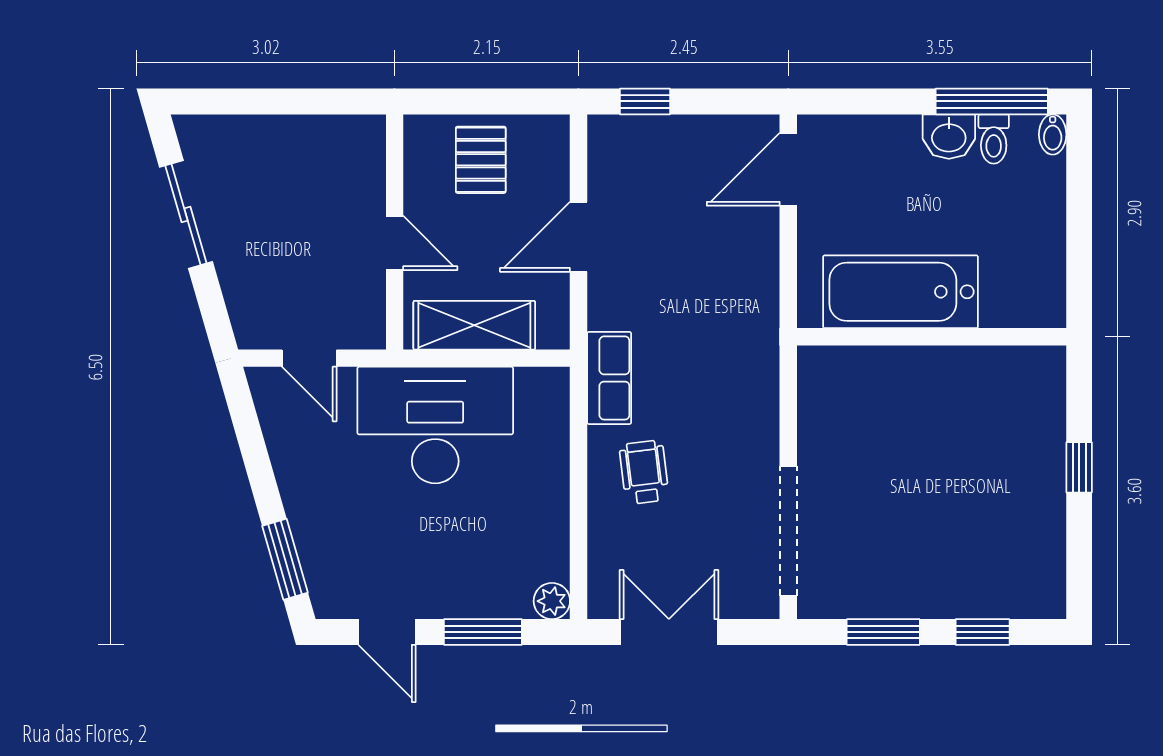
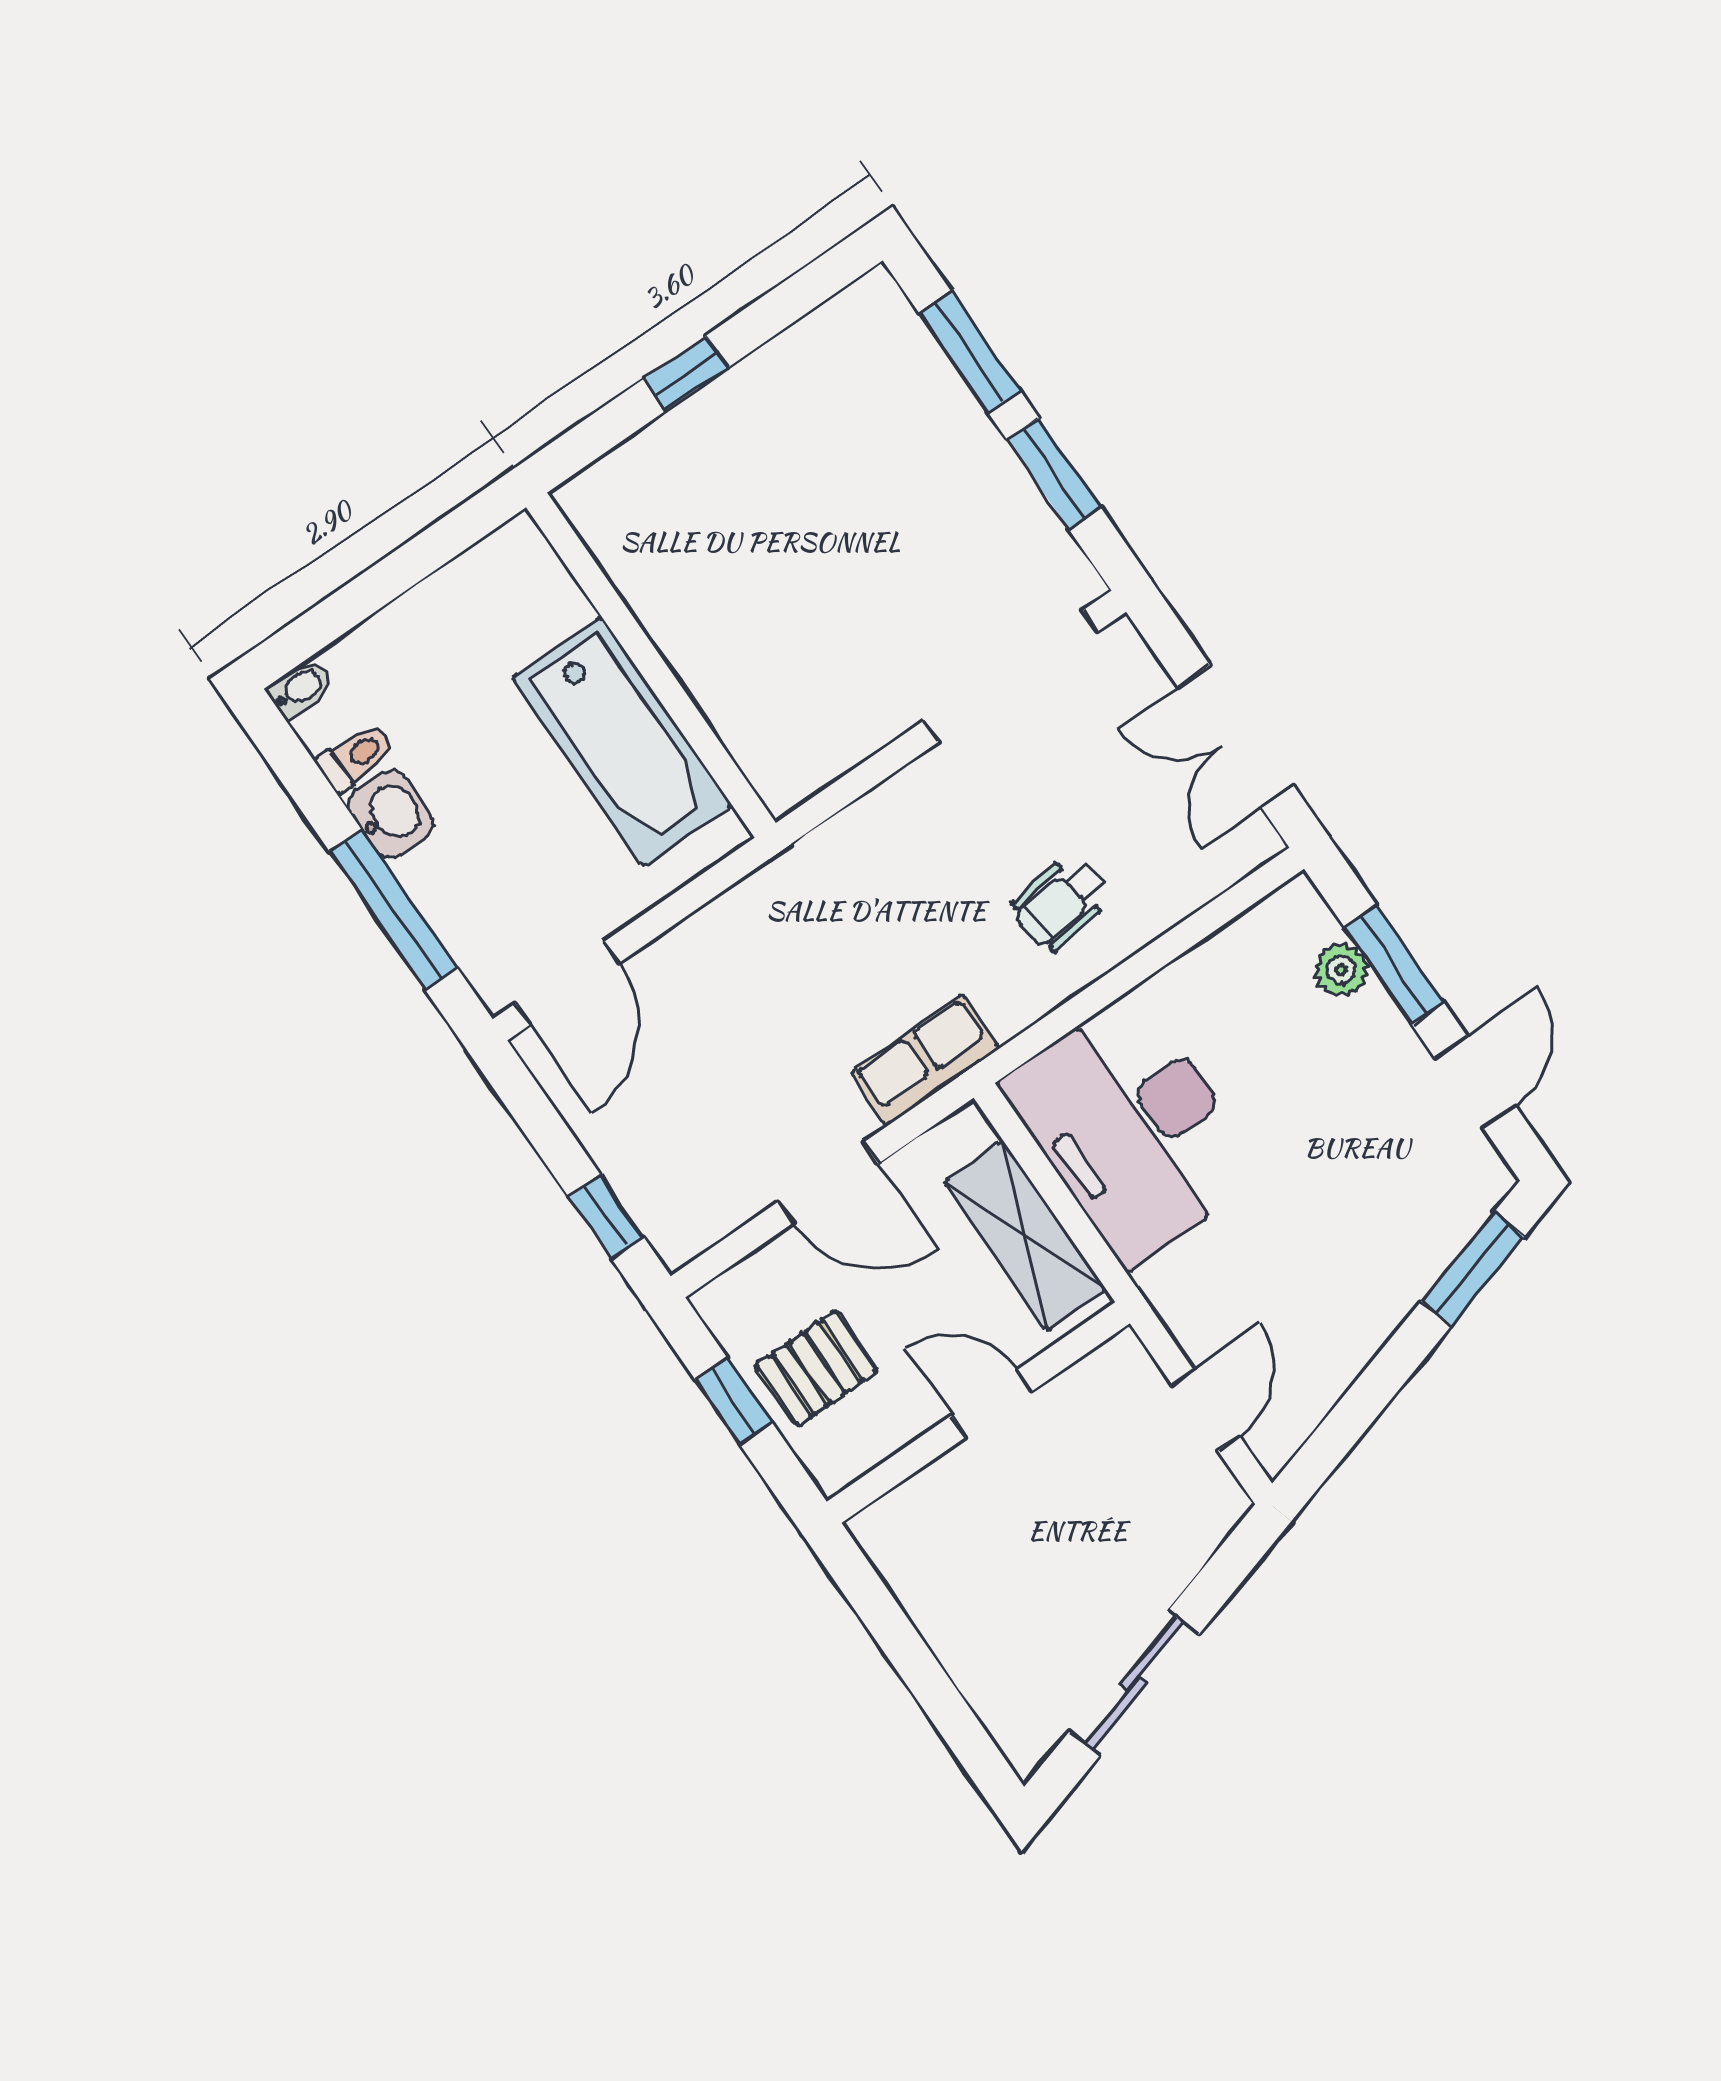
window: (494, 101) -> (734, 1401), added
window: (992, 101) -> (393, 910), moved
door: (788, 169) -> (567, 983), hinge flipped
door: (395, 243) -> (992, 1403), hinge flipped
row of seats: (609, 378) -> (925, 1060), moved
desk: (435, 425) -> (1132, 1129), moved
plant: (552, 601) -> (1341, 970), moved
window: (983, 632) -> (970, 352), width x1.50

